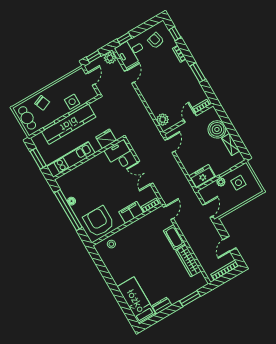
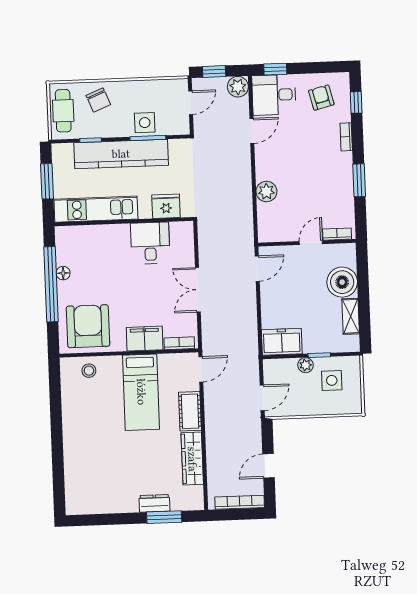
plant: (163, 120) -> (266, 192), moved
desk: (120, 155) -> (150, 243), moved
bed: (136, 301) -> (141, 392), moved, turned 180
dresser: (162, 305) -> (154, 503), moved

